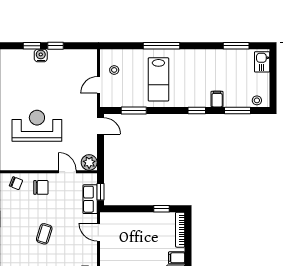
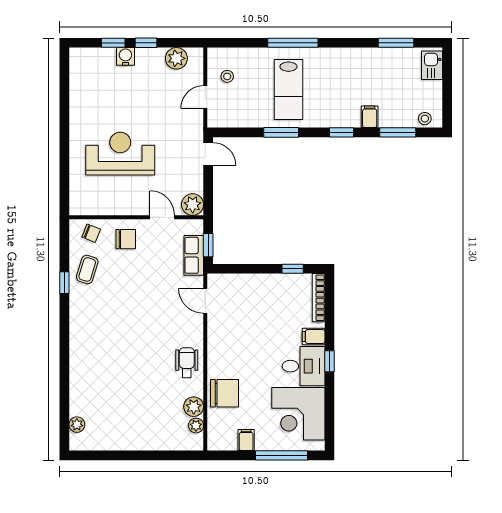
plant: (78, 57) -> (176, 58), added
window: (134, 110) -> (281, 132), moved
coffee table: (44, 234) -> (87, 269), moved

